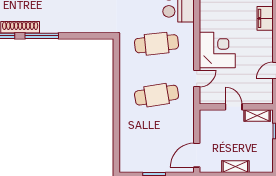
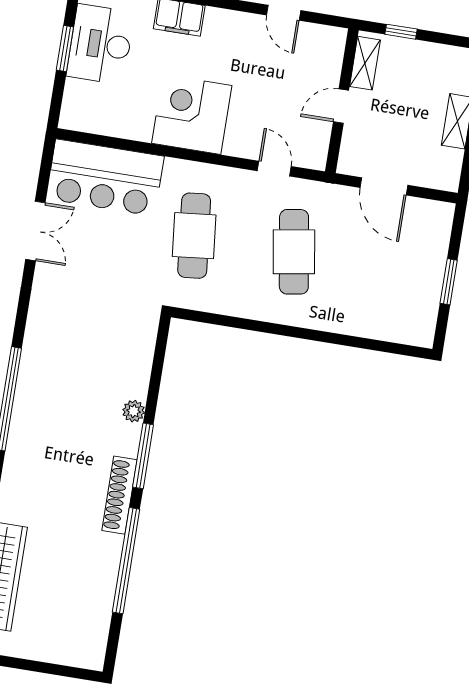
plant: (63, 28) -> (134, 411), added
corner desk: (217, 50) -> (192, 114), moved
door: (197, 155) -> (384, 186), moved

